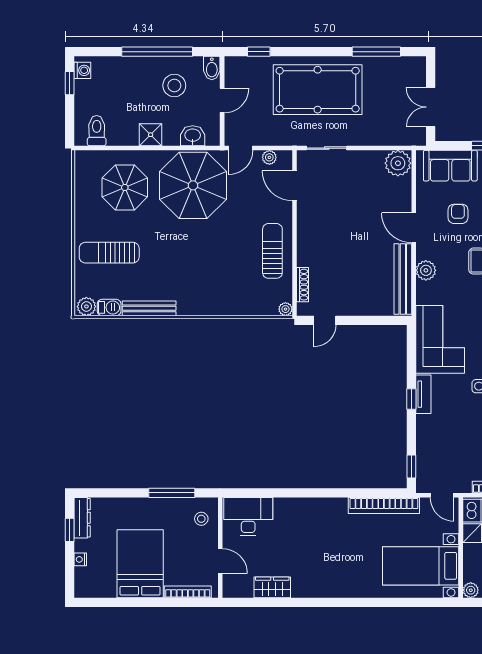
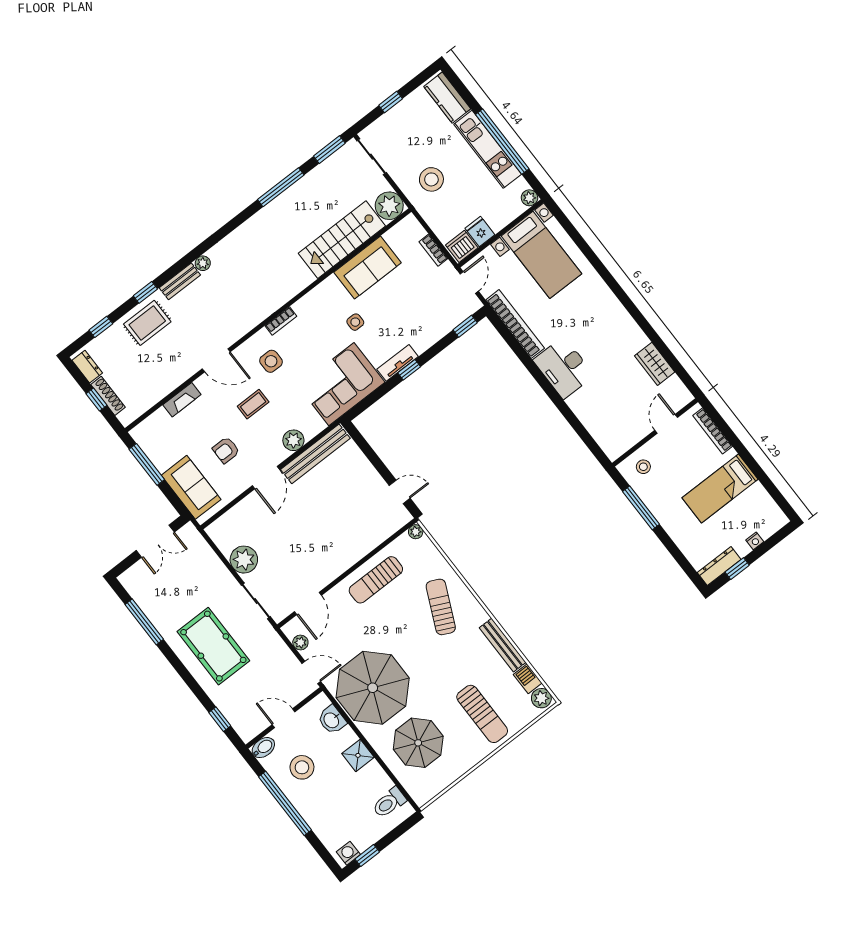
pool table: (318, 90) -> (213, 646), width x0.73, depth x0.76
plant: (398, 163) -> (244, 560), moved
sun lounger: (214, 284) -> (441, 607), added
shoe rack: (302, 285) -> (384, 533), removed
desk: (248, 517) -> (564, 368), moved
bed: (140, 564) -> (720, 489), width x0.67

